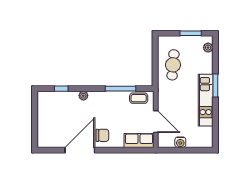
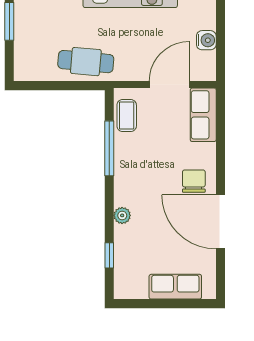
cafe table: (173, 65) -> (86, 62), moved
row of seats: (44, 125) -> (175, 287), added

